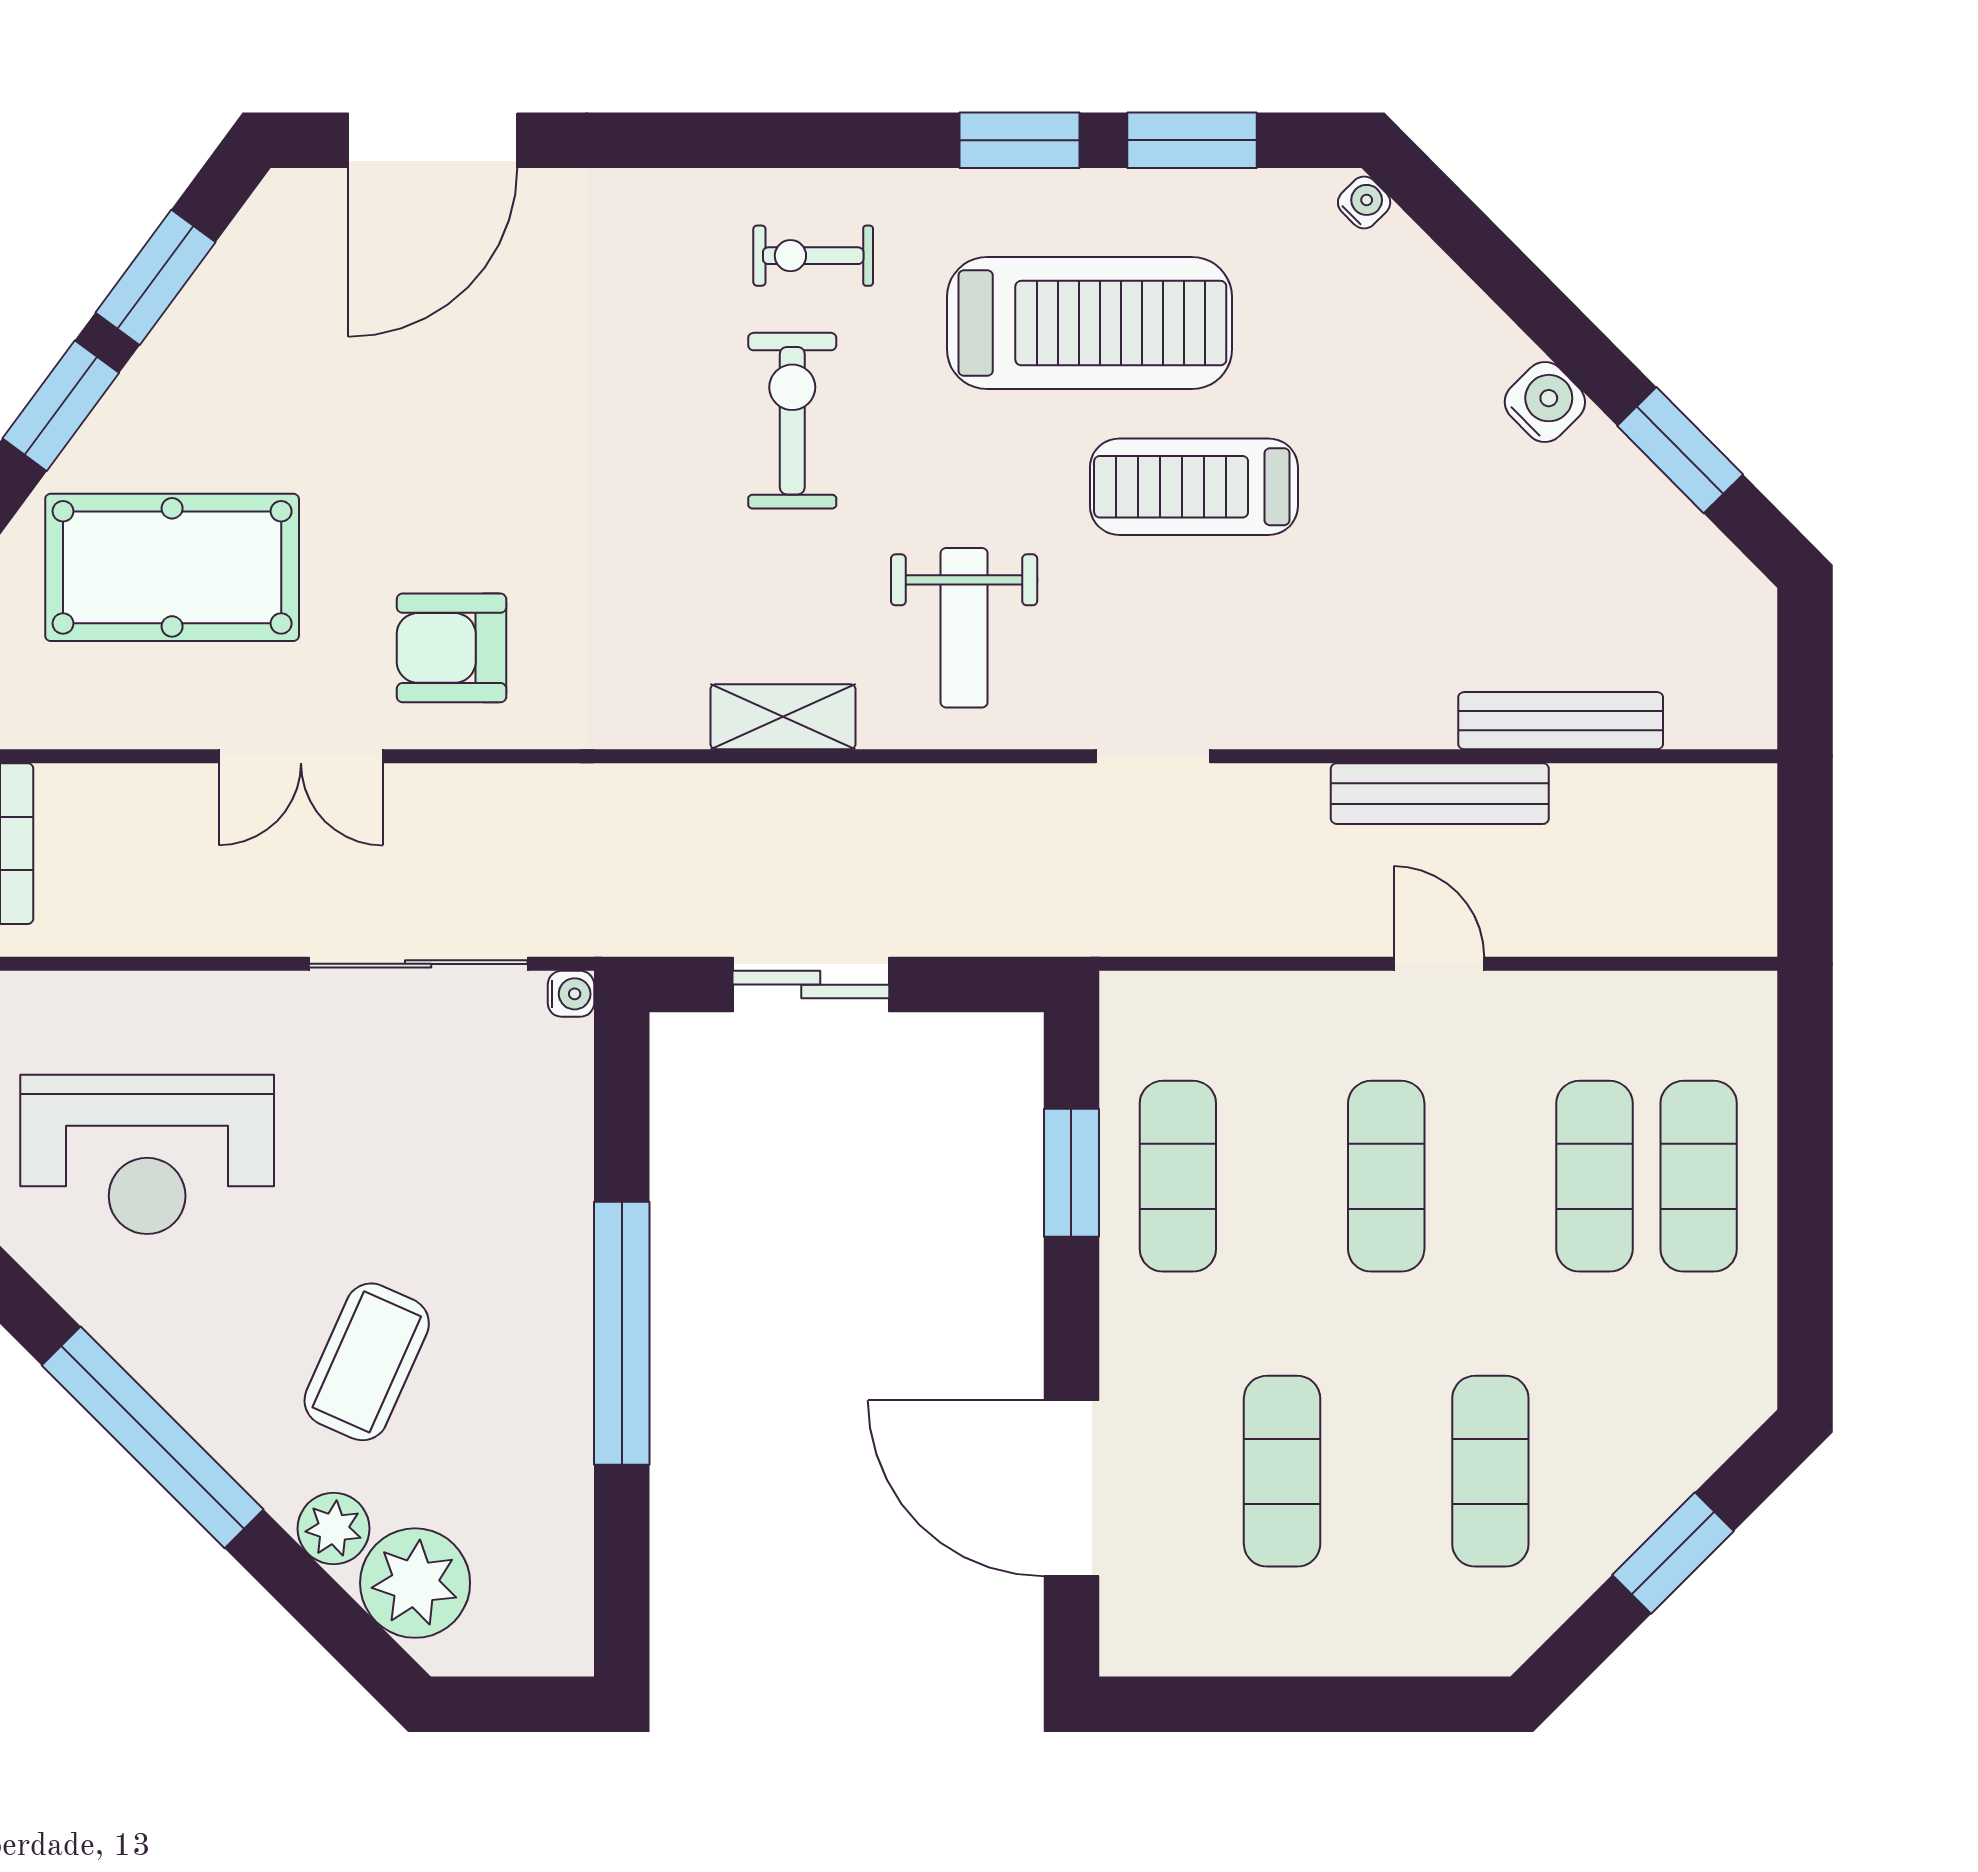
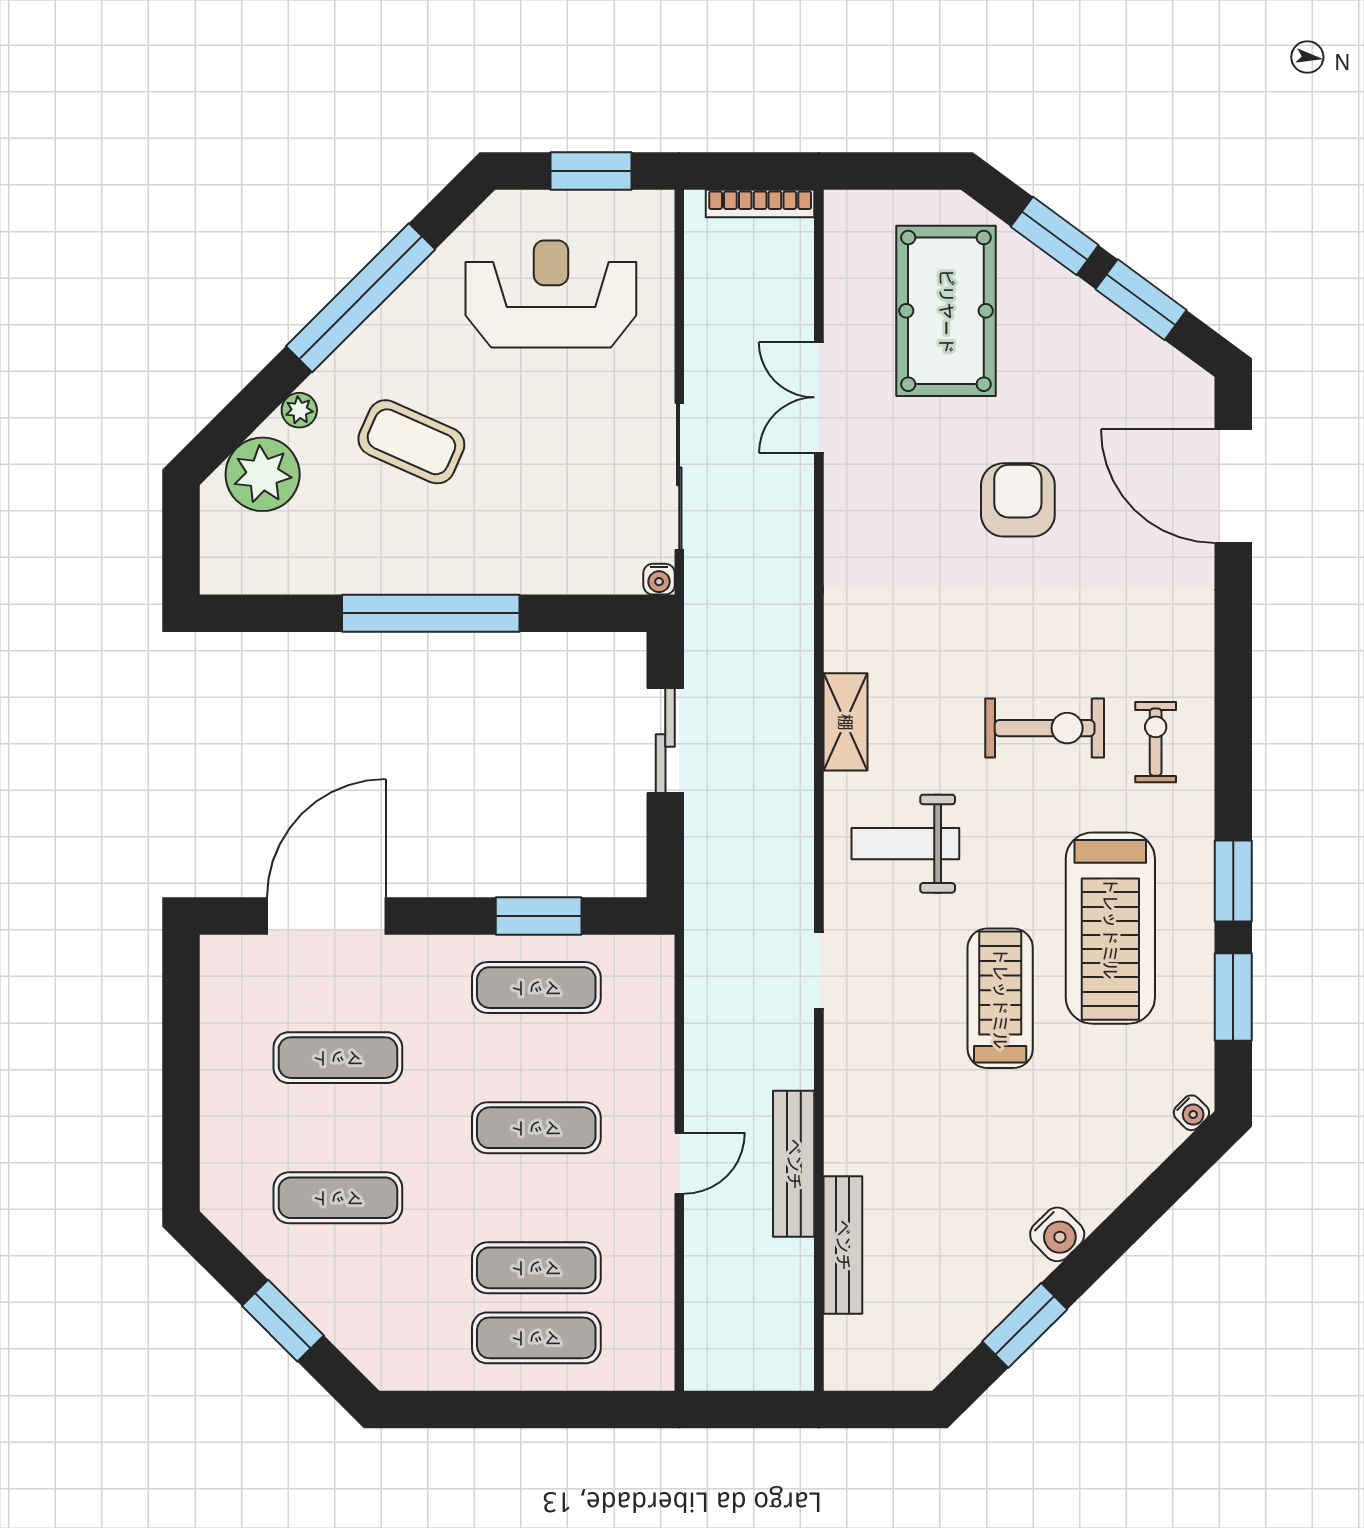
armchair: (452, 648) -> (1018, 500), moved
reception desk: (147, 1154) -> (551, 294), turned 90
plant: (334, 1529) -> (299, 410), width x0.73, depth x0.73

